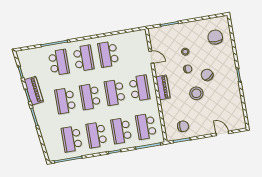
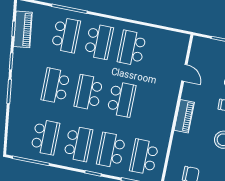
school desk: (139, 88) -> (154, 106), removed
piano: (34, 91) -> (23, 29), moved
school desk: (115, 92) -> (121, 99), turned 180
school desk: (96, 135) -> (78, 144), turned 180
school desk: (72, 139) -> (45, 137), turned 180

